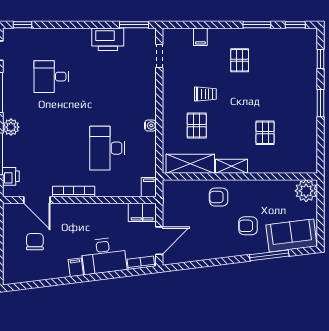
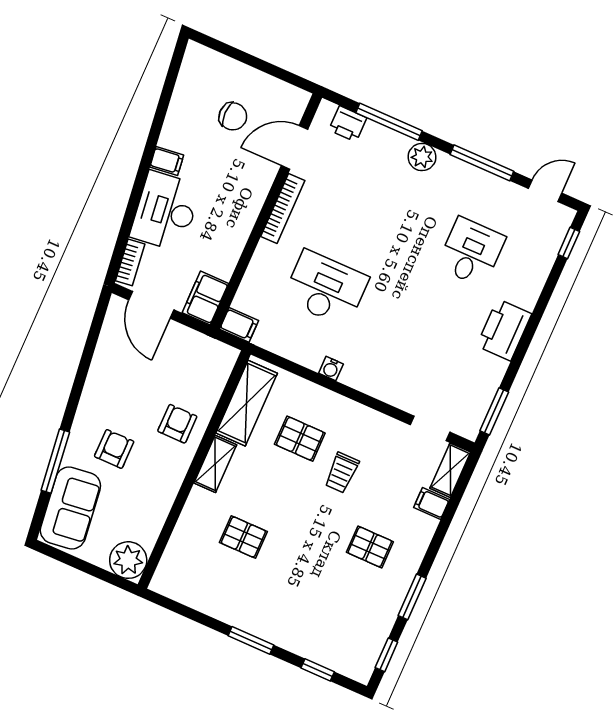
shelving: (177, 35) -> (450, 470), added
printer: (108, 39) -> (504, 330), moved

